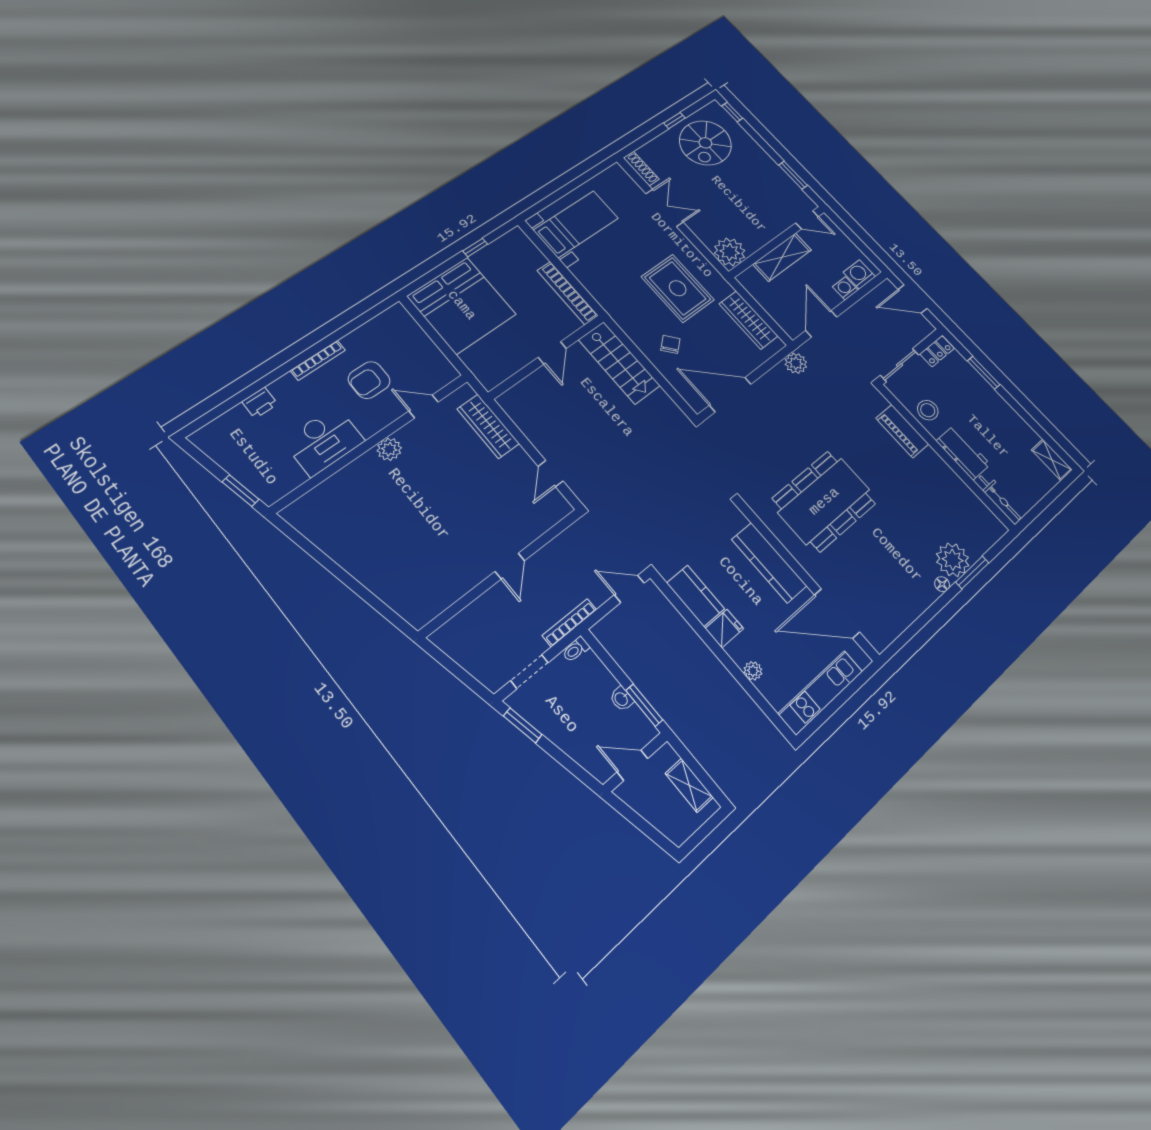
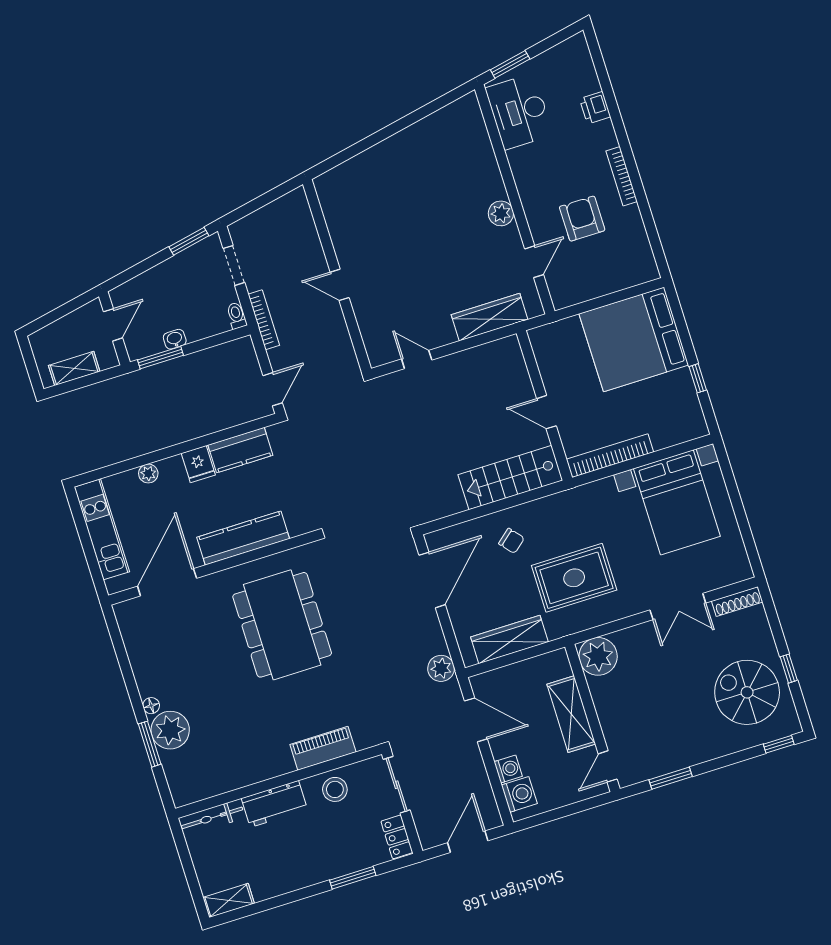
bed with nightstands: (576, 224) -> (677, 502), width x1.36
desk: (324, 441) -> (519, 112), moved

